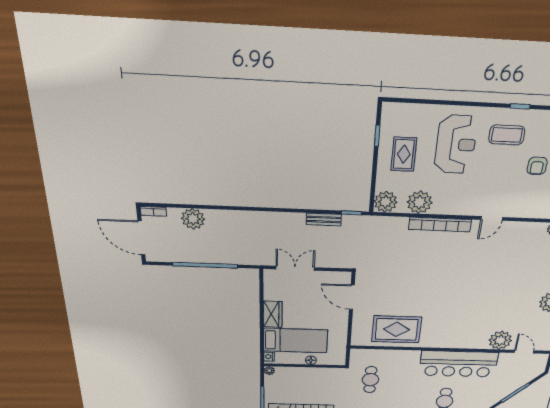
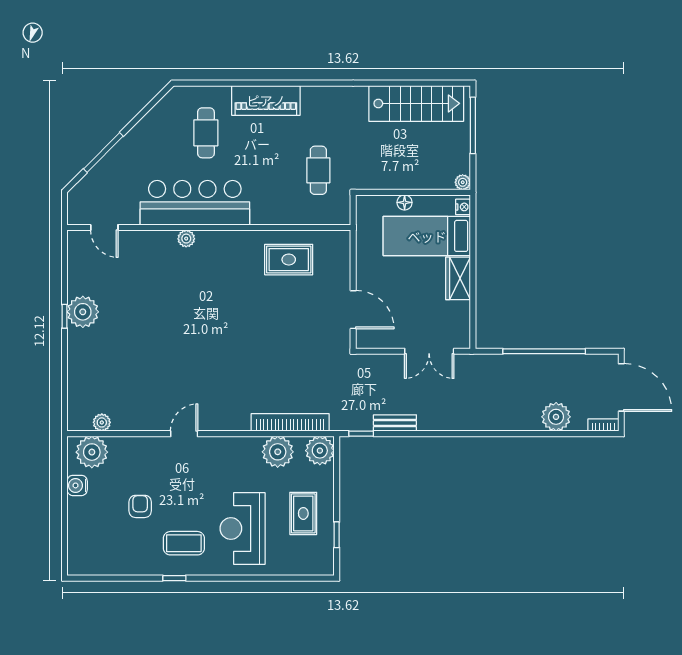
bookcase: (440, 224) -> (290, 422), moved
rug: (397, 329) -> (289, 260), width x0.73, depth x0.70
plant: (500, 340) -> (186, 239), moved, width x0.53, depth x0.53

